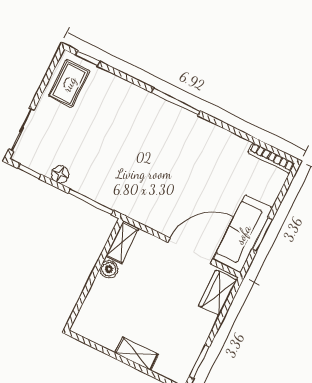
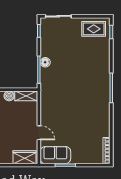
floor lamp: (60, 174) -> (45, 62), moved
sofa: (243, 234) -> (55, 155), width x0.73
door: (190, 251) -> (39, 133), width x0.53

